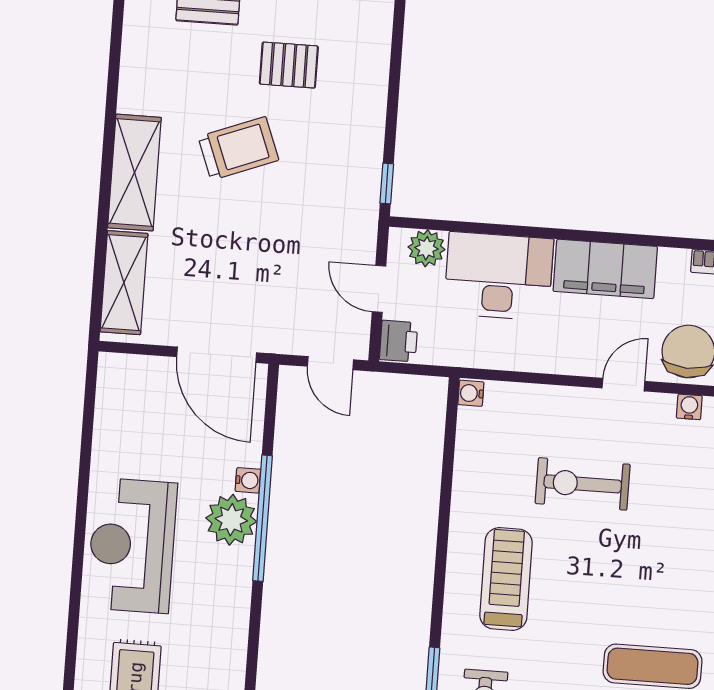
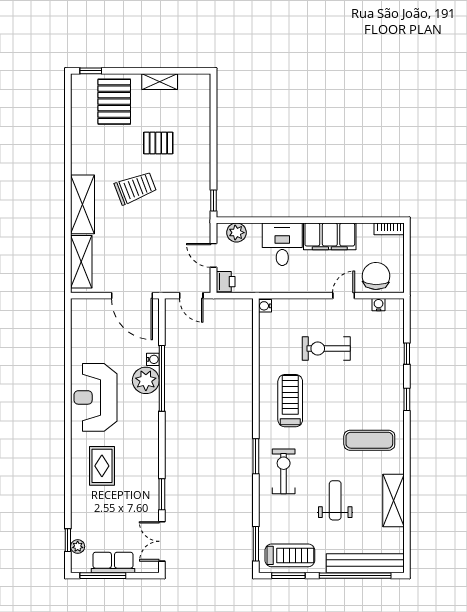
desk: (499, 276) -> (282, 244), width x0.73

